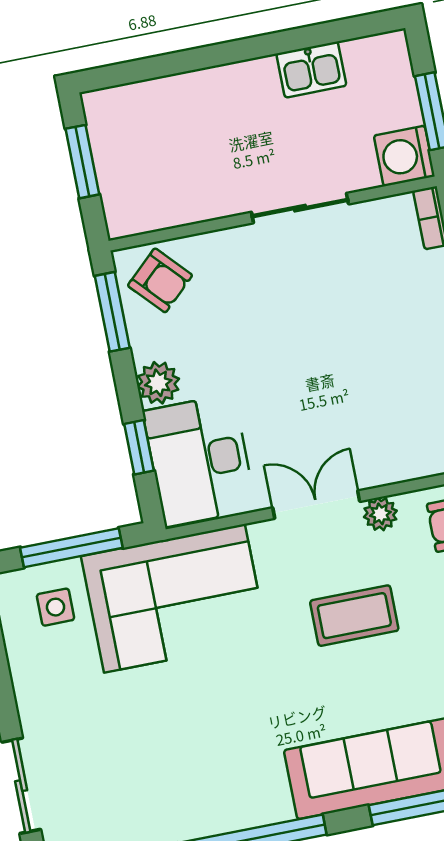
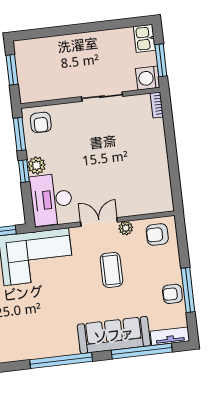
kitchen sink: (311, 70) -> (144, 38), moved, turned 90
armchair: (160, 280) -> (41, 122), turned 43
window: (139, 447) -> (24, 171), moved
coffee table: (354, 616) -> (111, 270), turned 90

